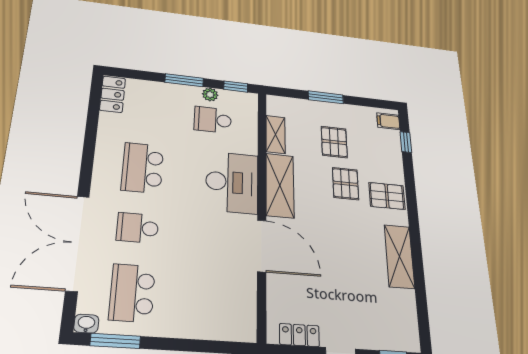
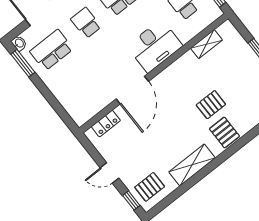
pallet: (334, 142) -> (150, 187), moved
shelving: (280, 185) -> (176, 71), removed
locker: (299, 335) -> (106, 124), moved, turned 90

